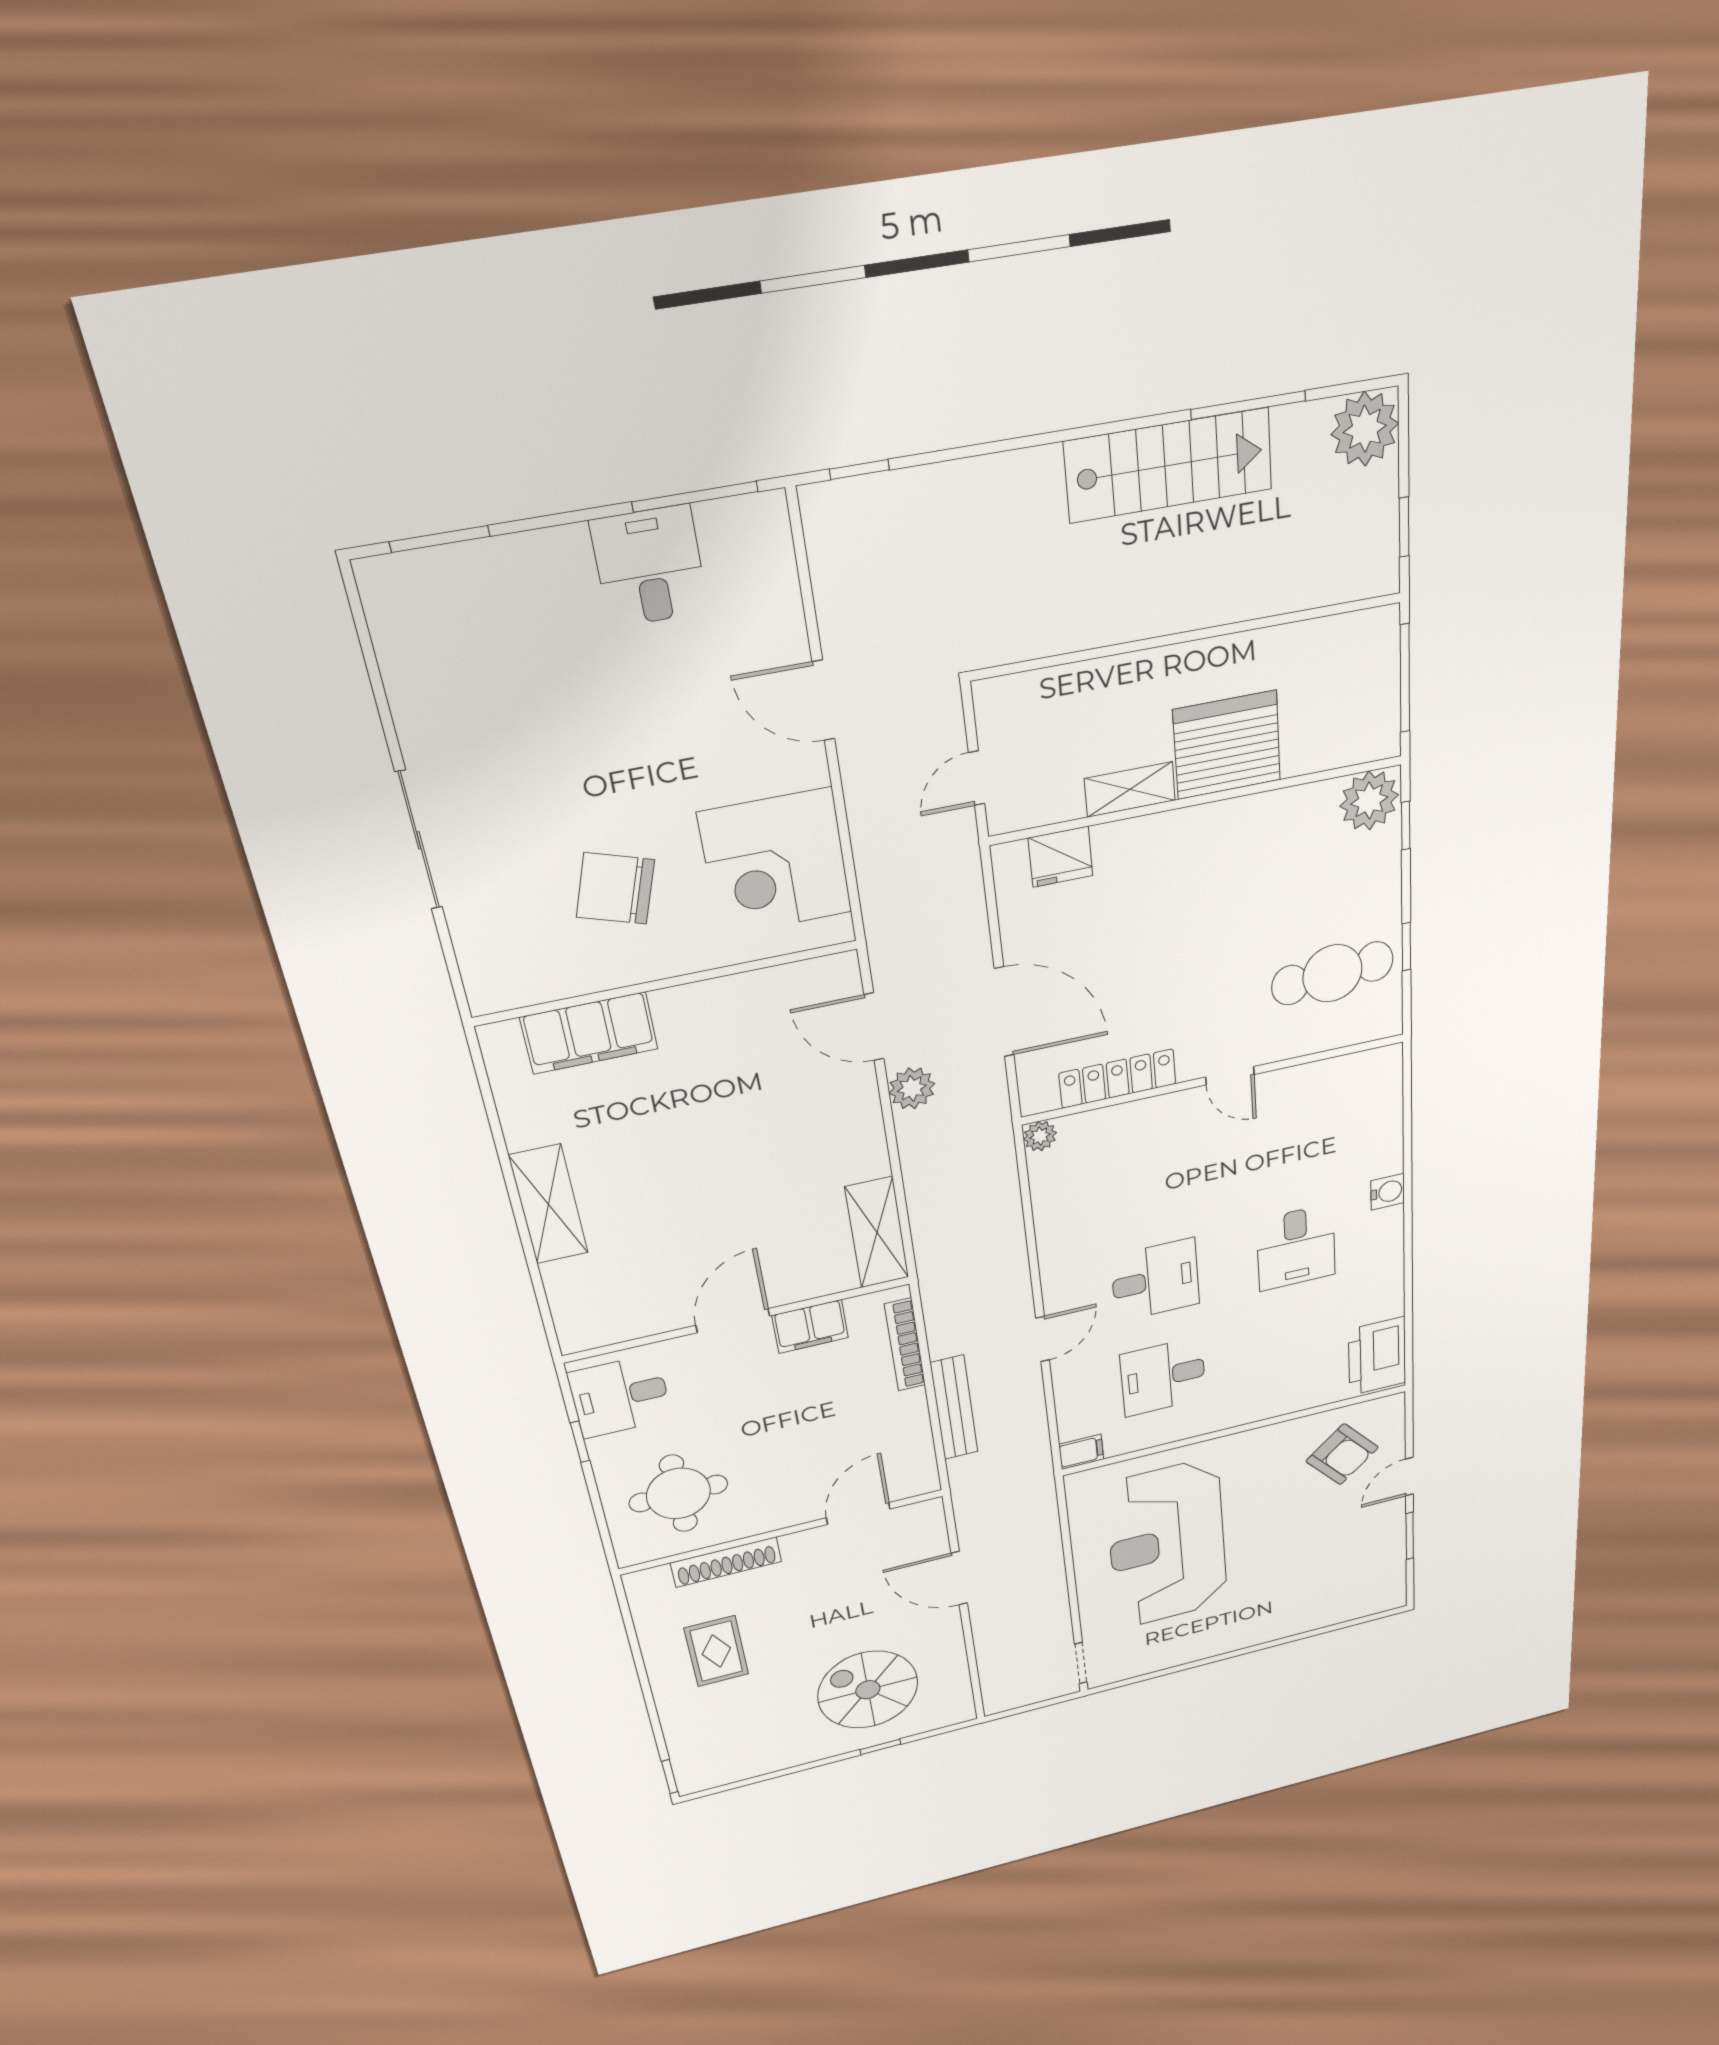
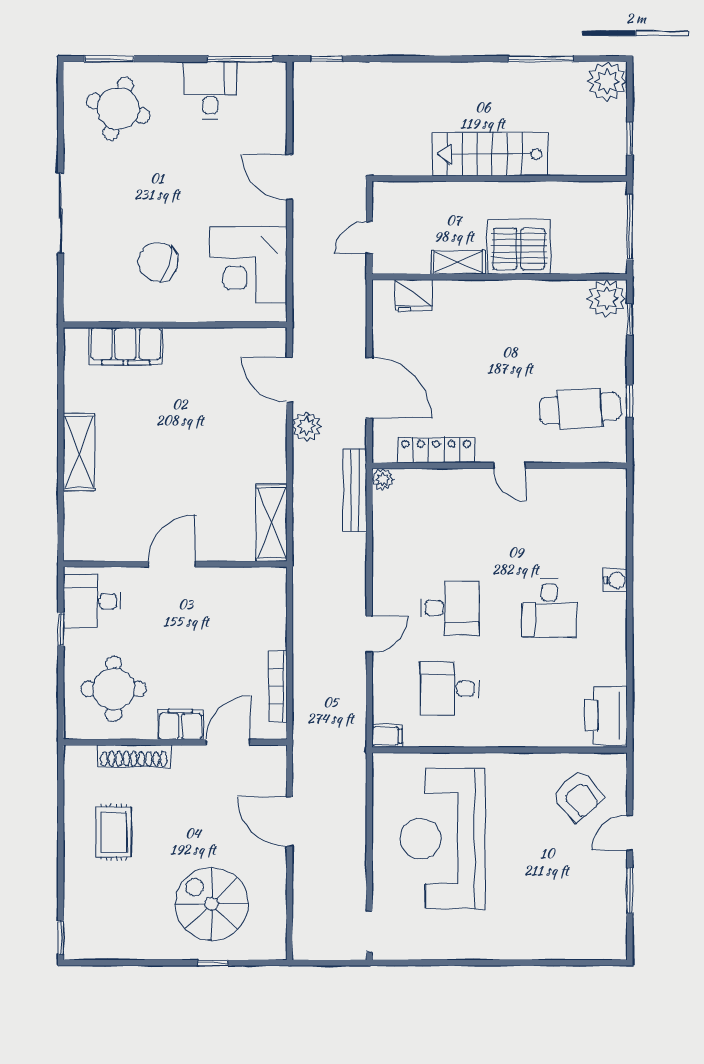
stairs: (1169, 465) -> (490, 154), moved, turned 180
round table: (480, 632) -> (118, 109), added
filing cabinet: (810, 1327) -> (180, 724), moved, turned 180
bookcase: (905, 1345) -> (278, 686), moved
bench: (954, 1408) -> (355, 490), moved

